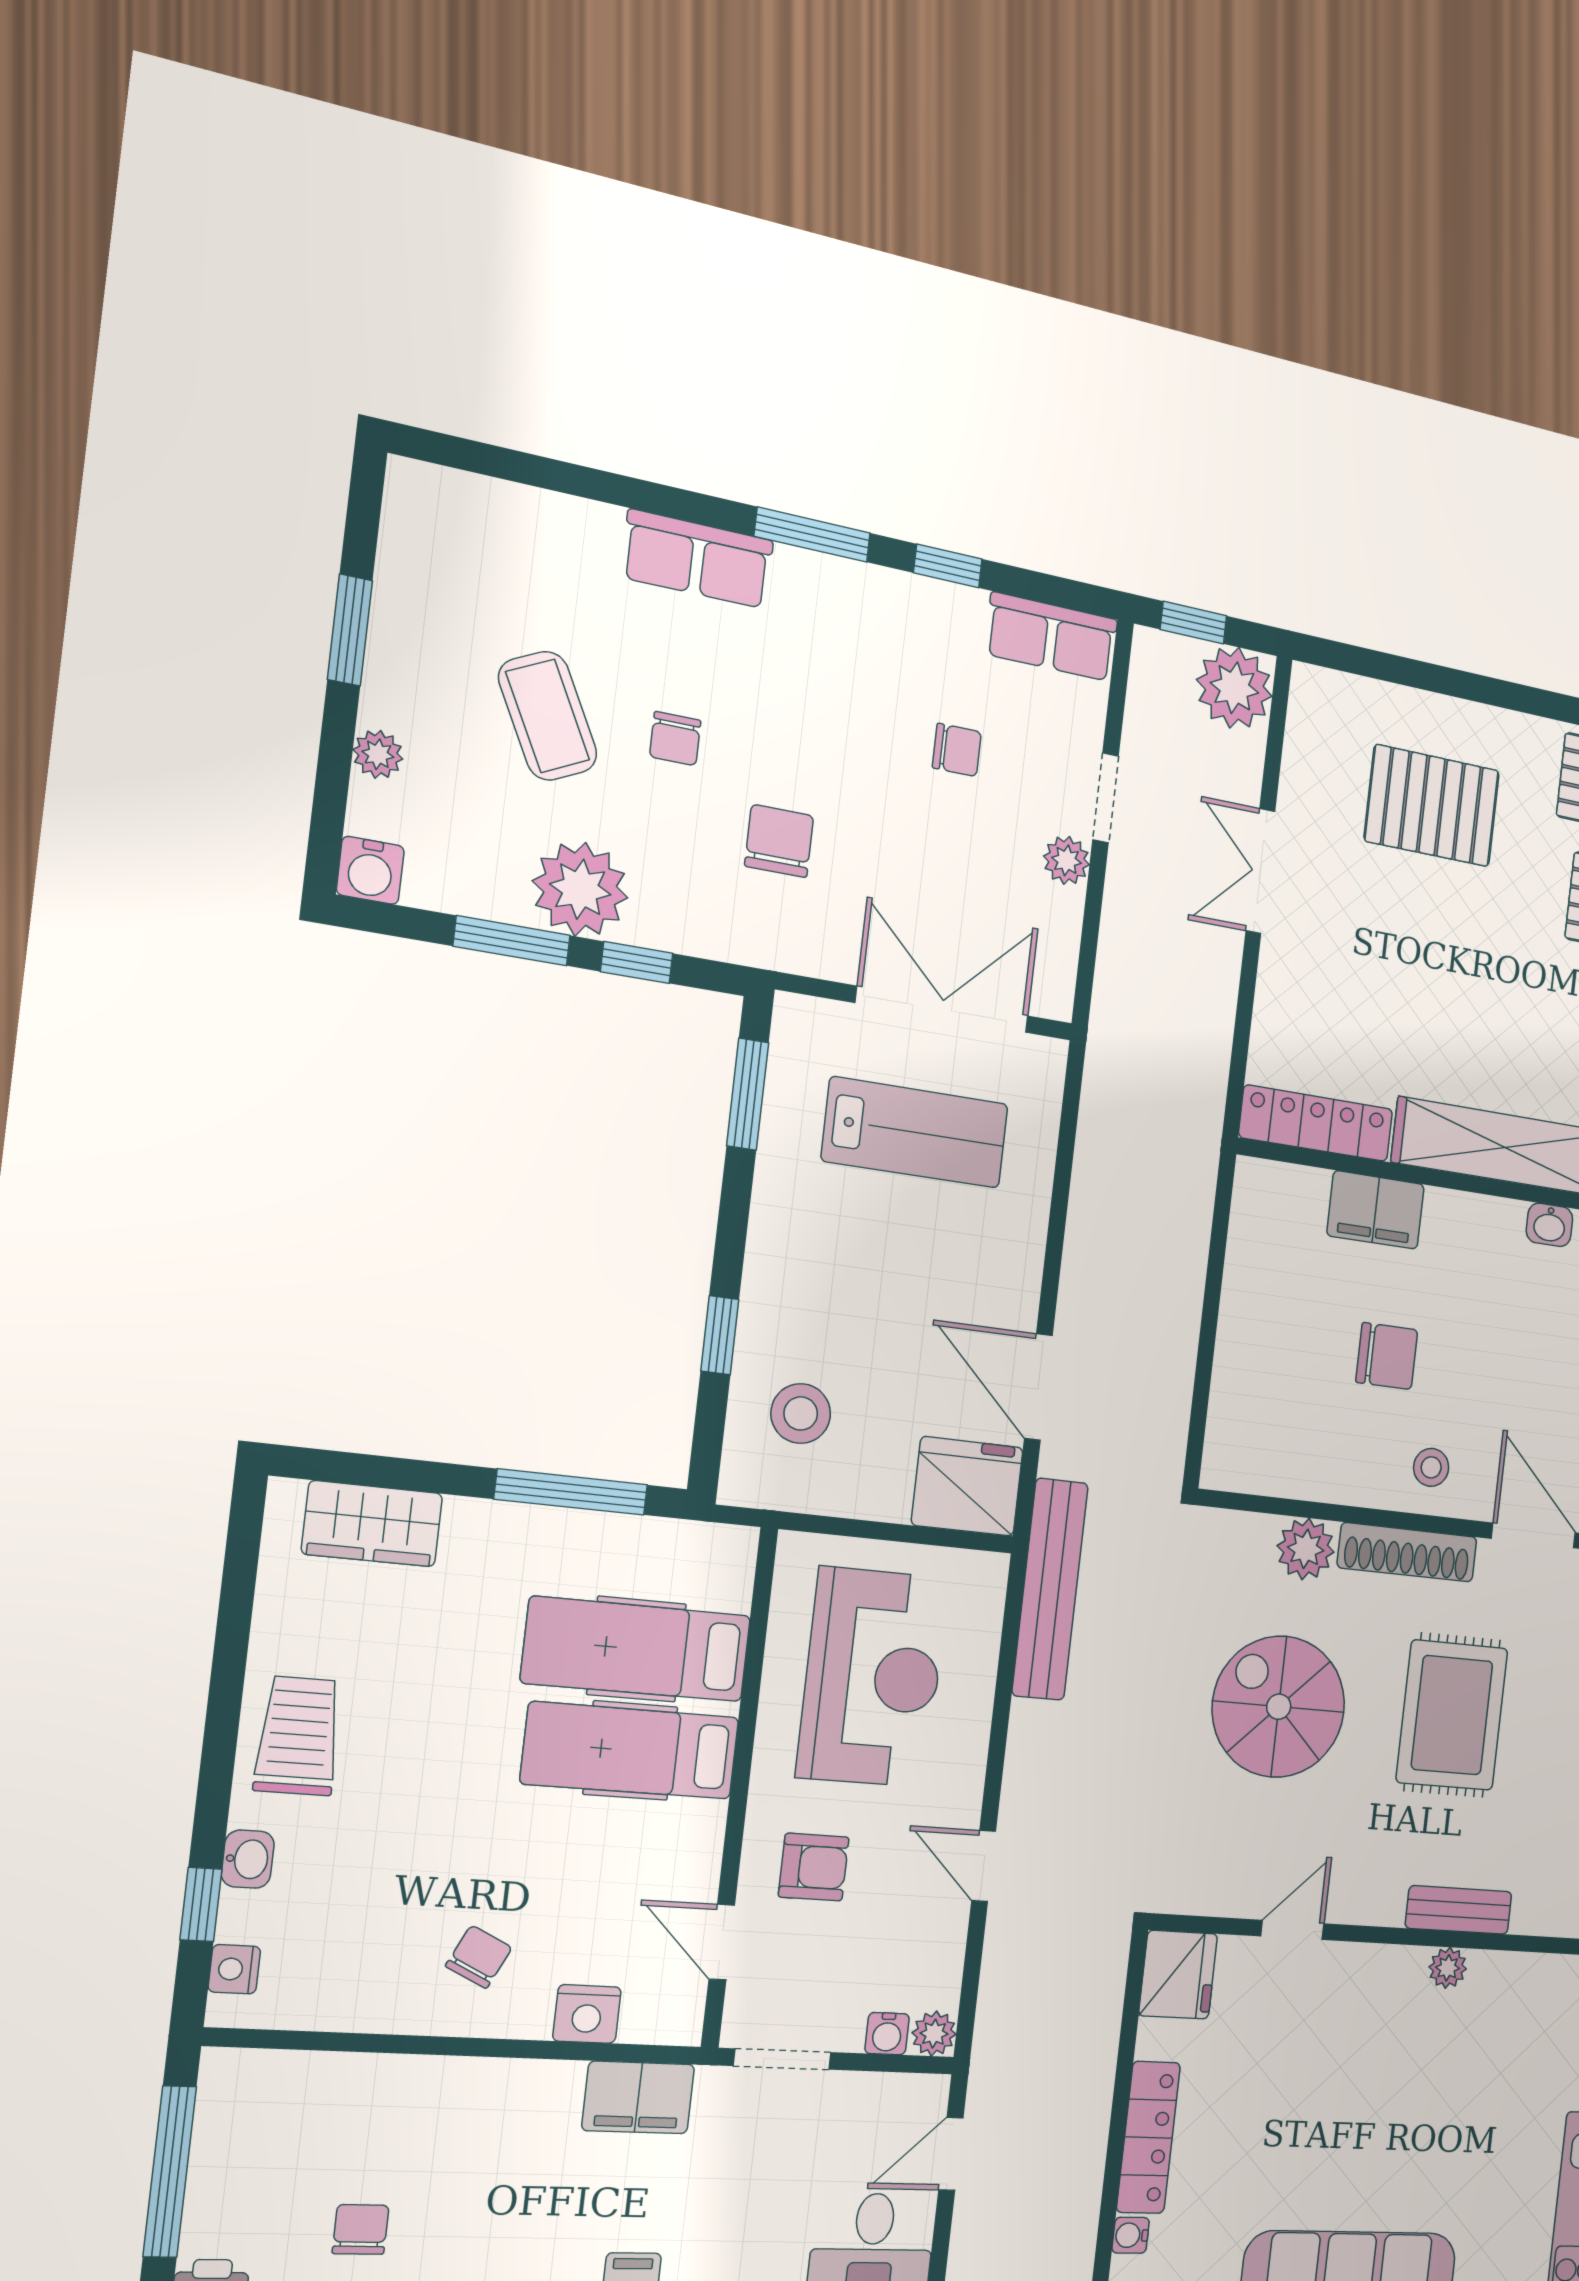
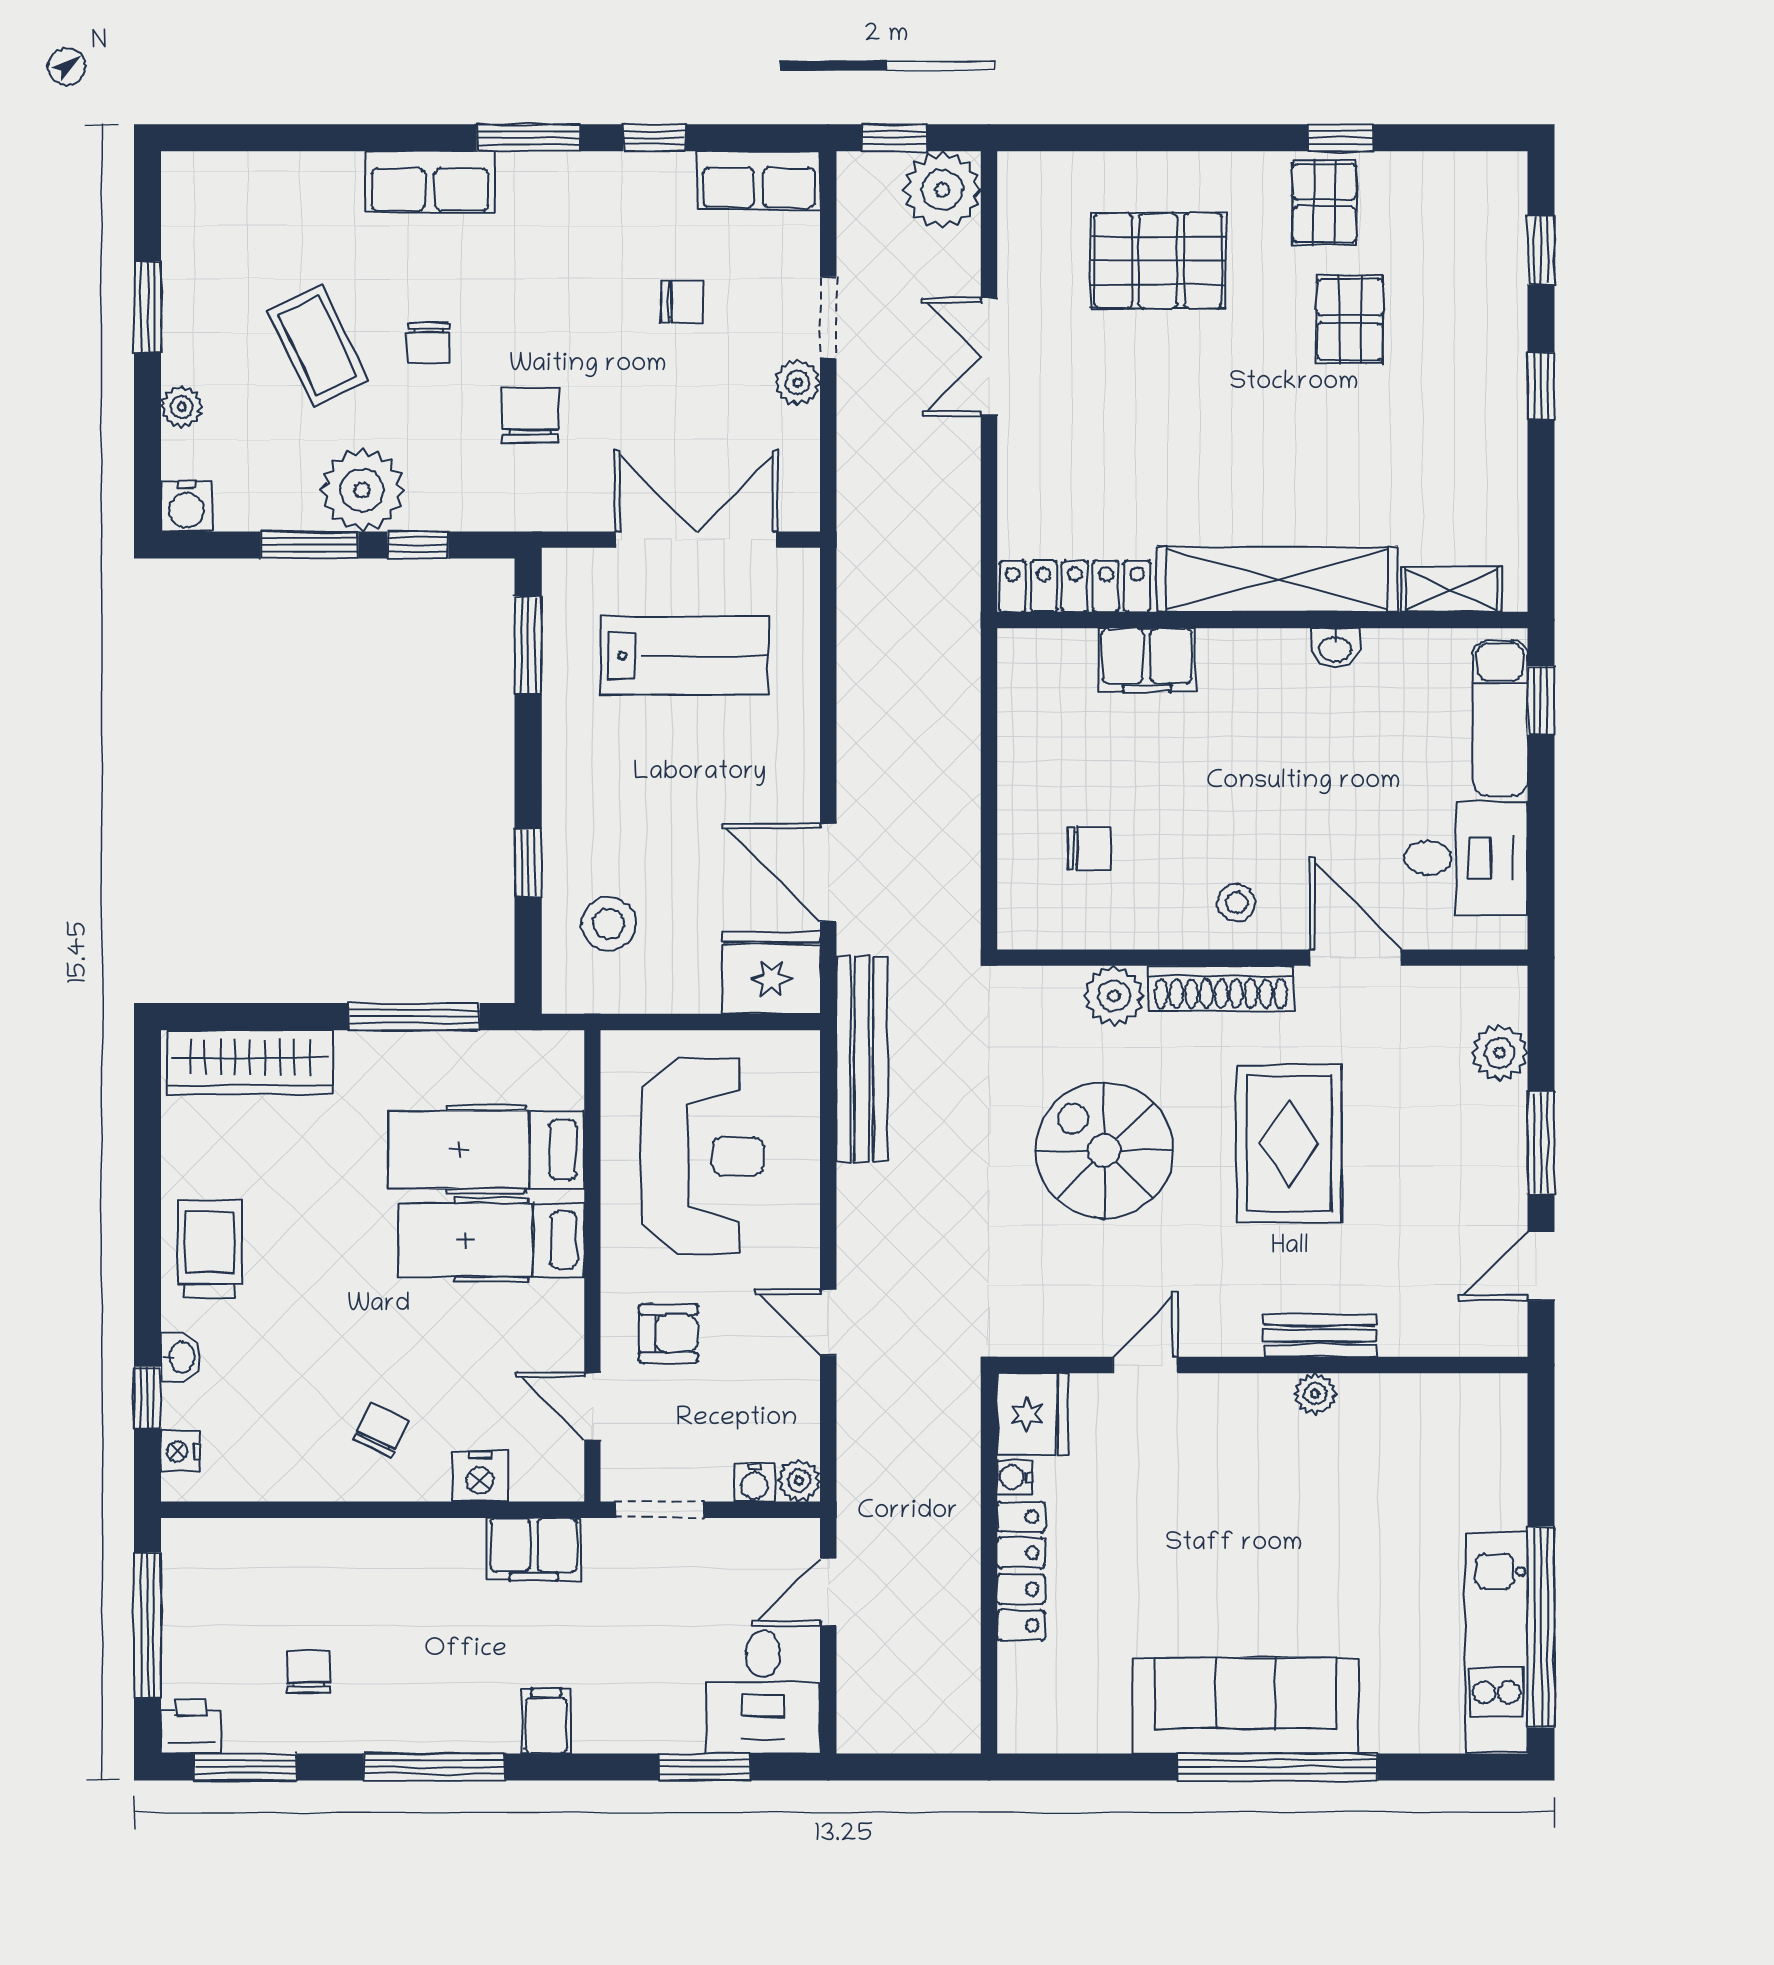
chair: (1387, 1356) -> (1089, 849), moved, width x0.73, depth x0.73
wardrobe: (372, 1524) -> (250, 1062), width x1.50
water cooler: (1131, 2235) -> (1014, 1477), moved

